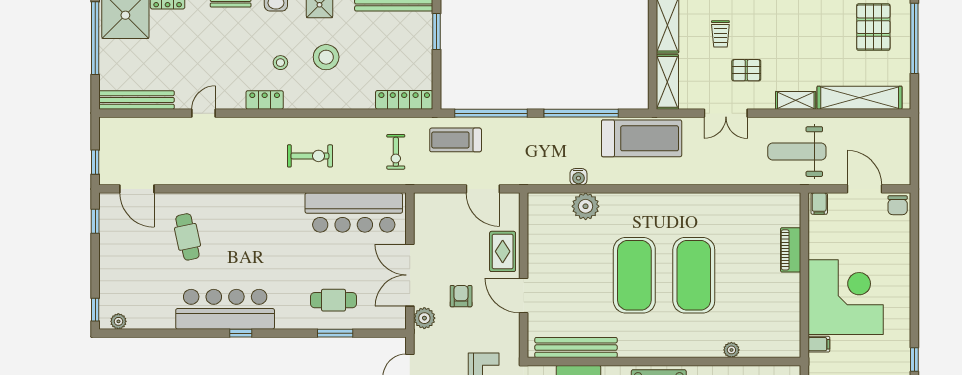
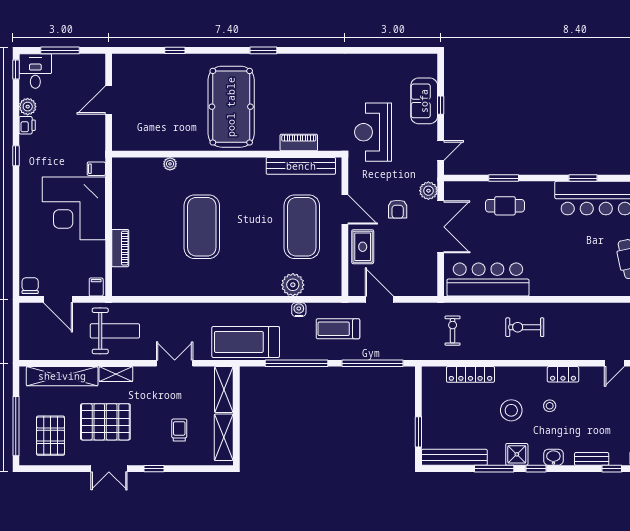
pallet: (746, 70) -> (105, 422), moved, width x2.05, depth x2.00
locker: (404, 100) -> (470, 374), moved
treadmill: (456, 140) -> (338, 329), moved, turned 180
exercise mat: (634, 275) -> (302, 227), moved
window: (241, 333) -> (583, 178), width x1.50

